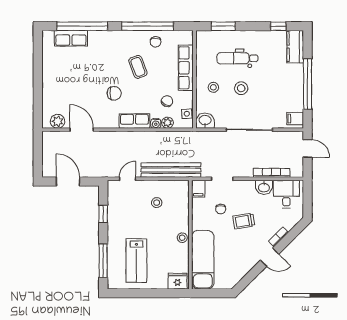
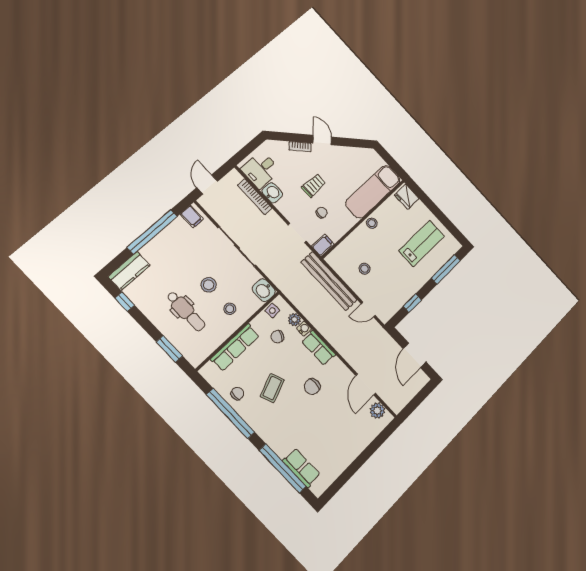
chair: (114, 93) -> (312, 387), turned -90
trolley: (244, 221) -> (314, 185), turned -81

